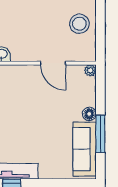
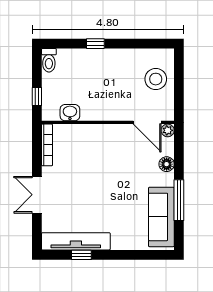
door: (53, 63) -> (147, 122), moved
floor lamp: (89, 114) -> (167, 164), moved

